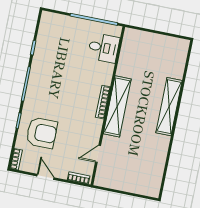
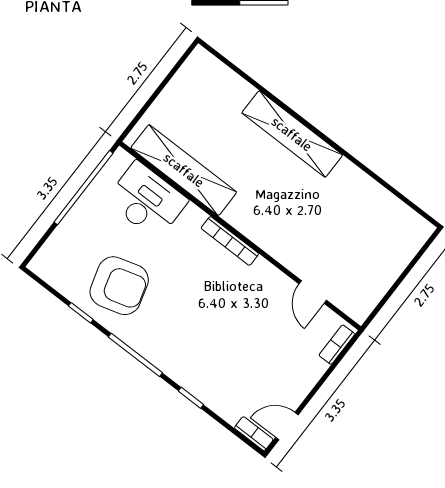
desk: (104, 48) -> (147, 200), width x1.37
shelving: (117, 106) -> (184, 170), moved
armchair: (42, 133) -> (119, 286), moved, turned 74
door: (45, 177) -> (287, 426), moved

